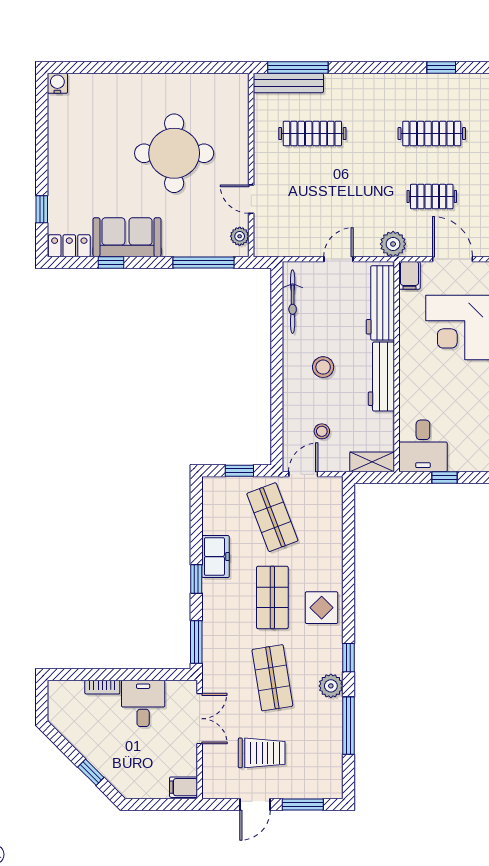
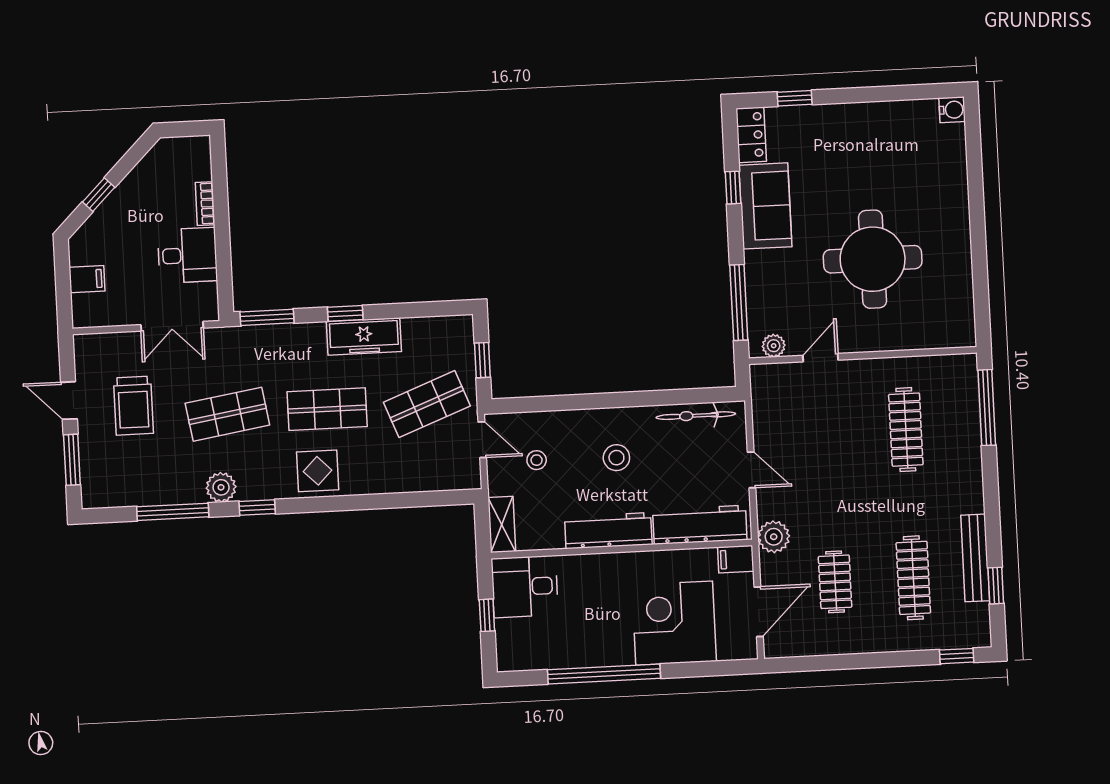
bench: (288, 83) -> (975, 558), moved
freezer: (216, 557) -> (364, 336), width x1.40
filing cabinet: (184, 787) -> (87, 279), moved, turned 90

